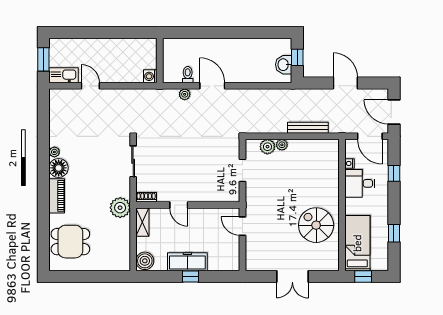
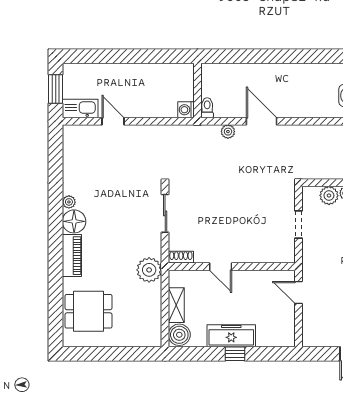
toilet: (188, 75) -> (207, 108), moved
shelving: (142, 222) -> (176, 305), moved

